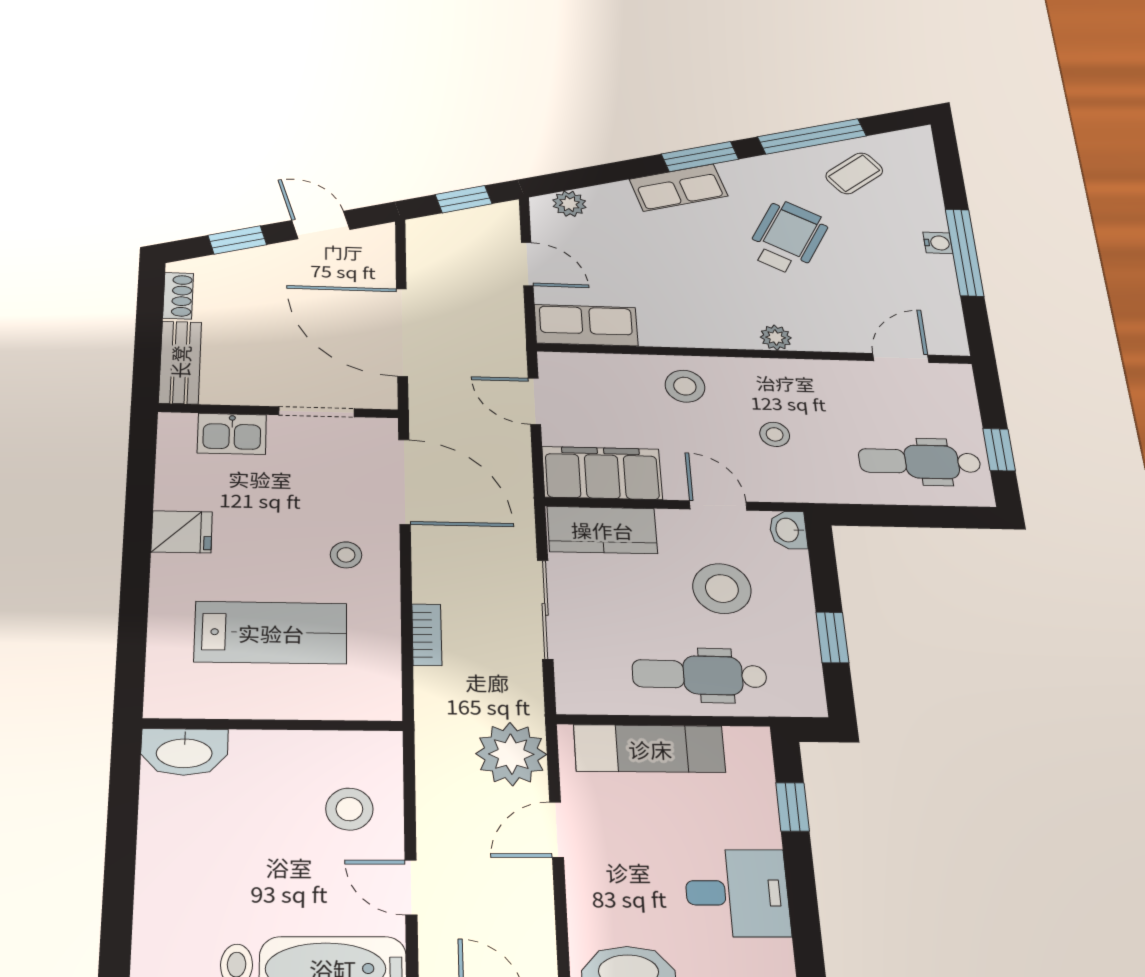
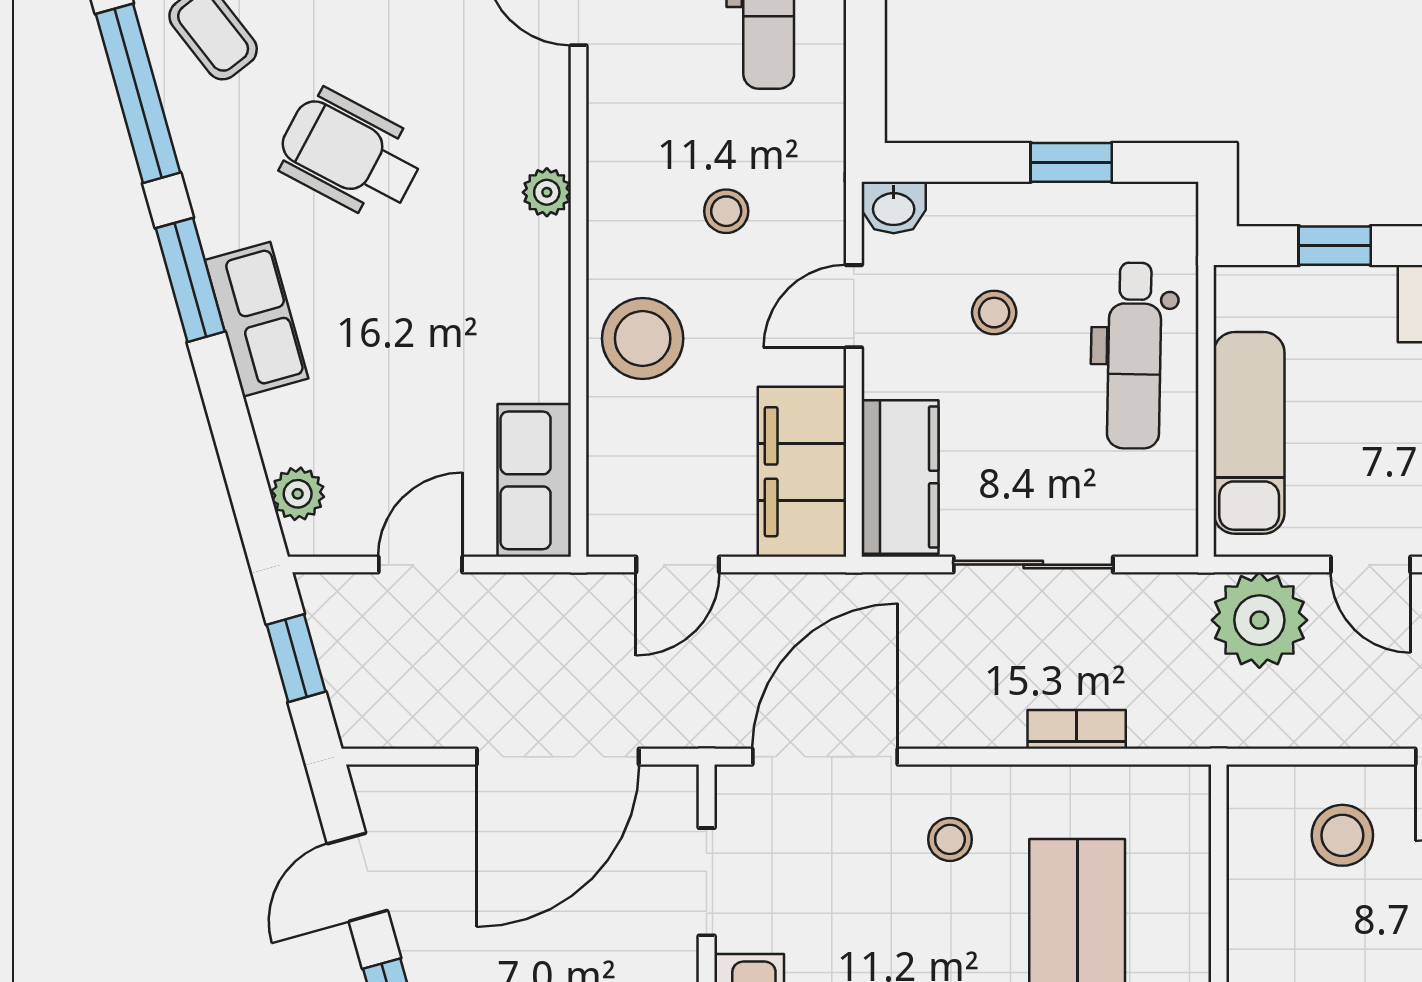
stool: (685, 386) -> (643, 339), width x1.38, depth x1.38
stool: (722, 589) -> (994, 313), width x0.53, depth x0.53

